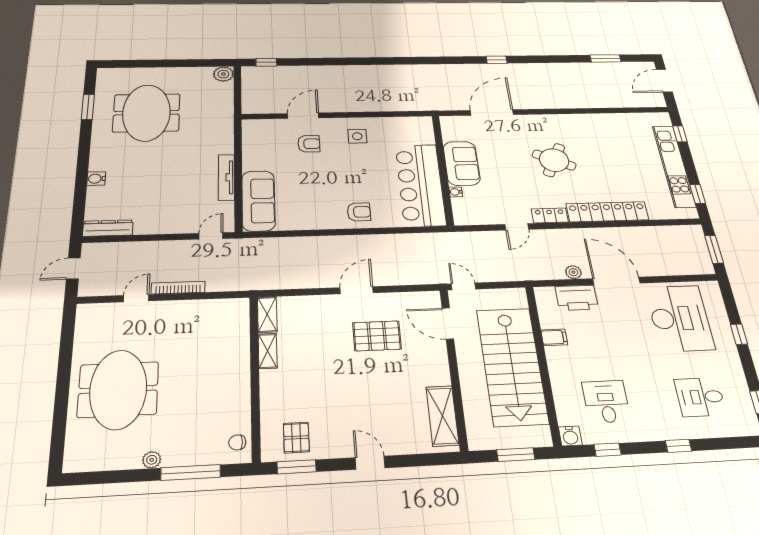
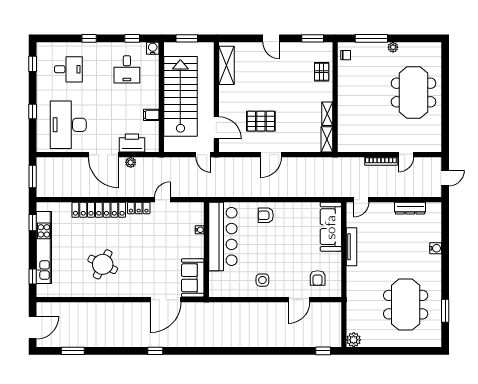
armchair: (309, 144) -> (318, 278), moved, turned -90
round table: (554, 160) -> (103, 264), moved
sofa: (462, 163) -> (193, 278), moved
dresser: (108, 228) -> (410, 208), moved
pallet: (296, 438) -> (322, 72), moved

